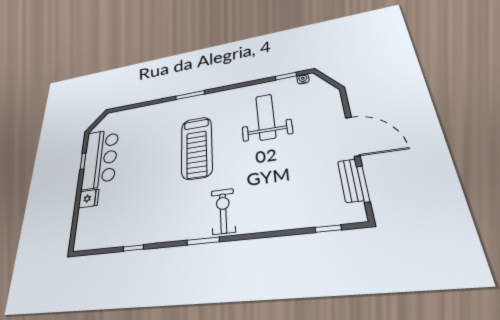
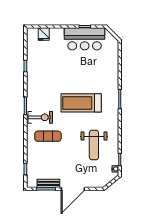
weight bench: (266, 117) -> (94, 145), turned 90
exercise mat: (257, 193) -> (48, 136), added
fridge: (89, 198) -> (44, 34), moved

